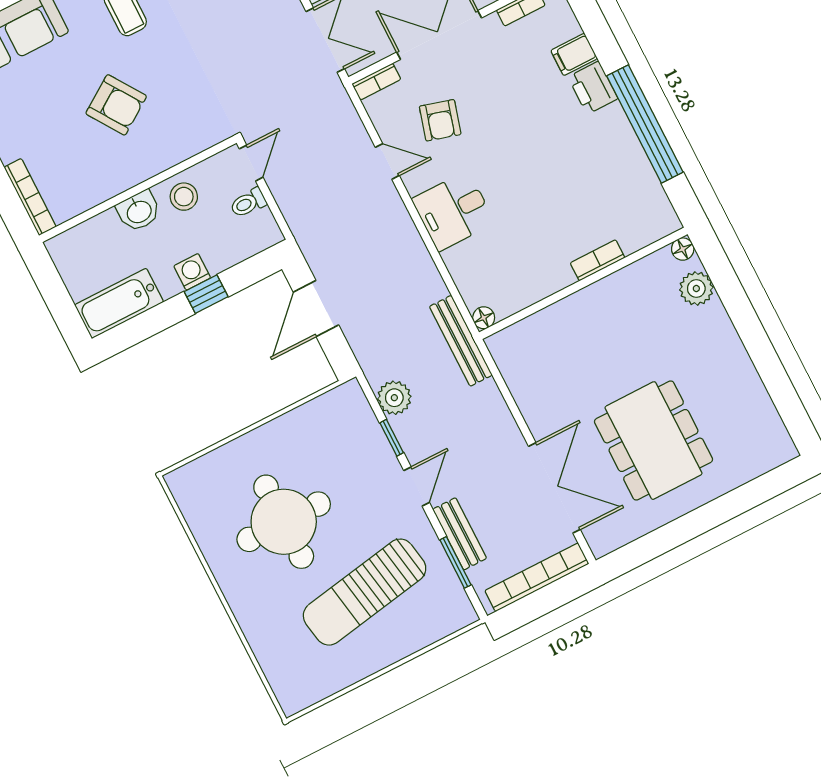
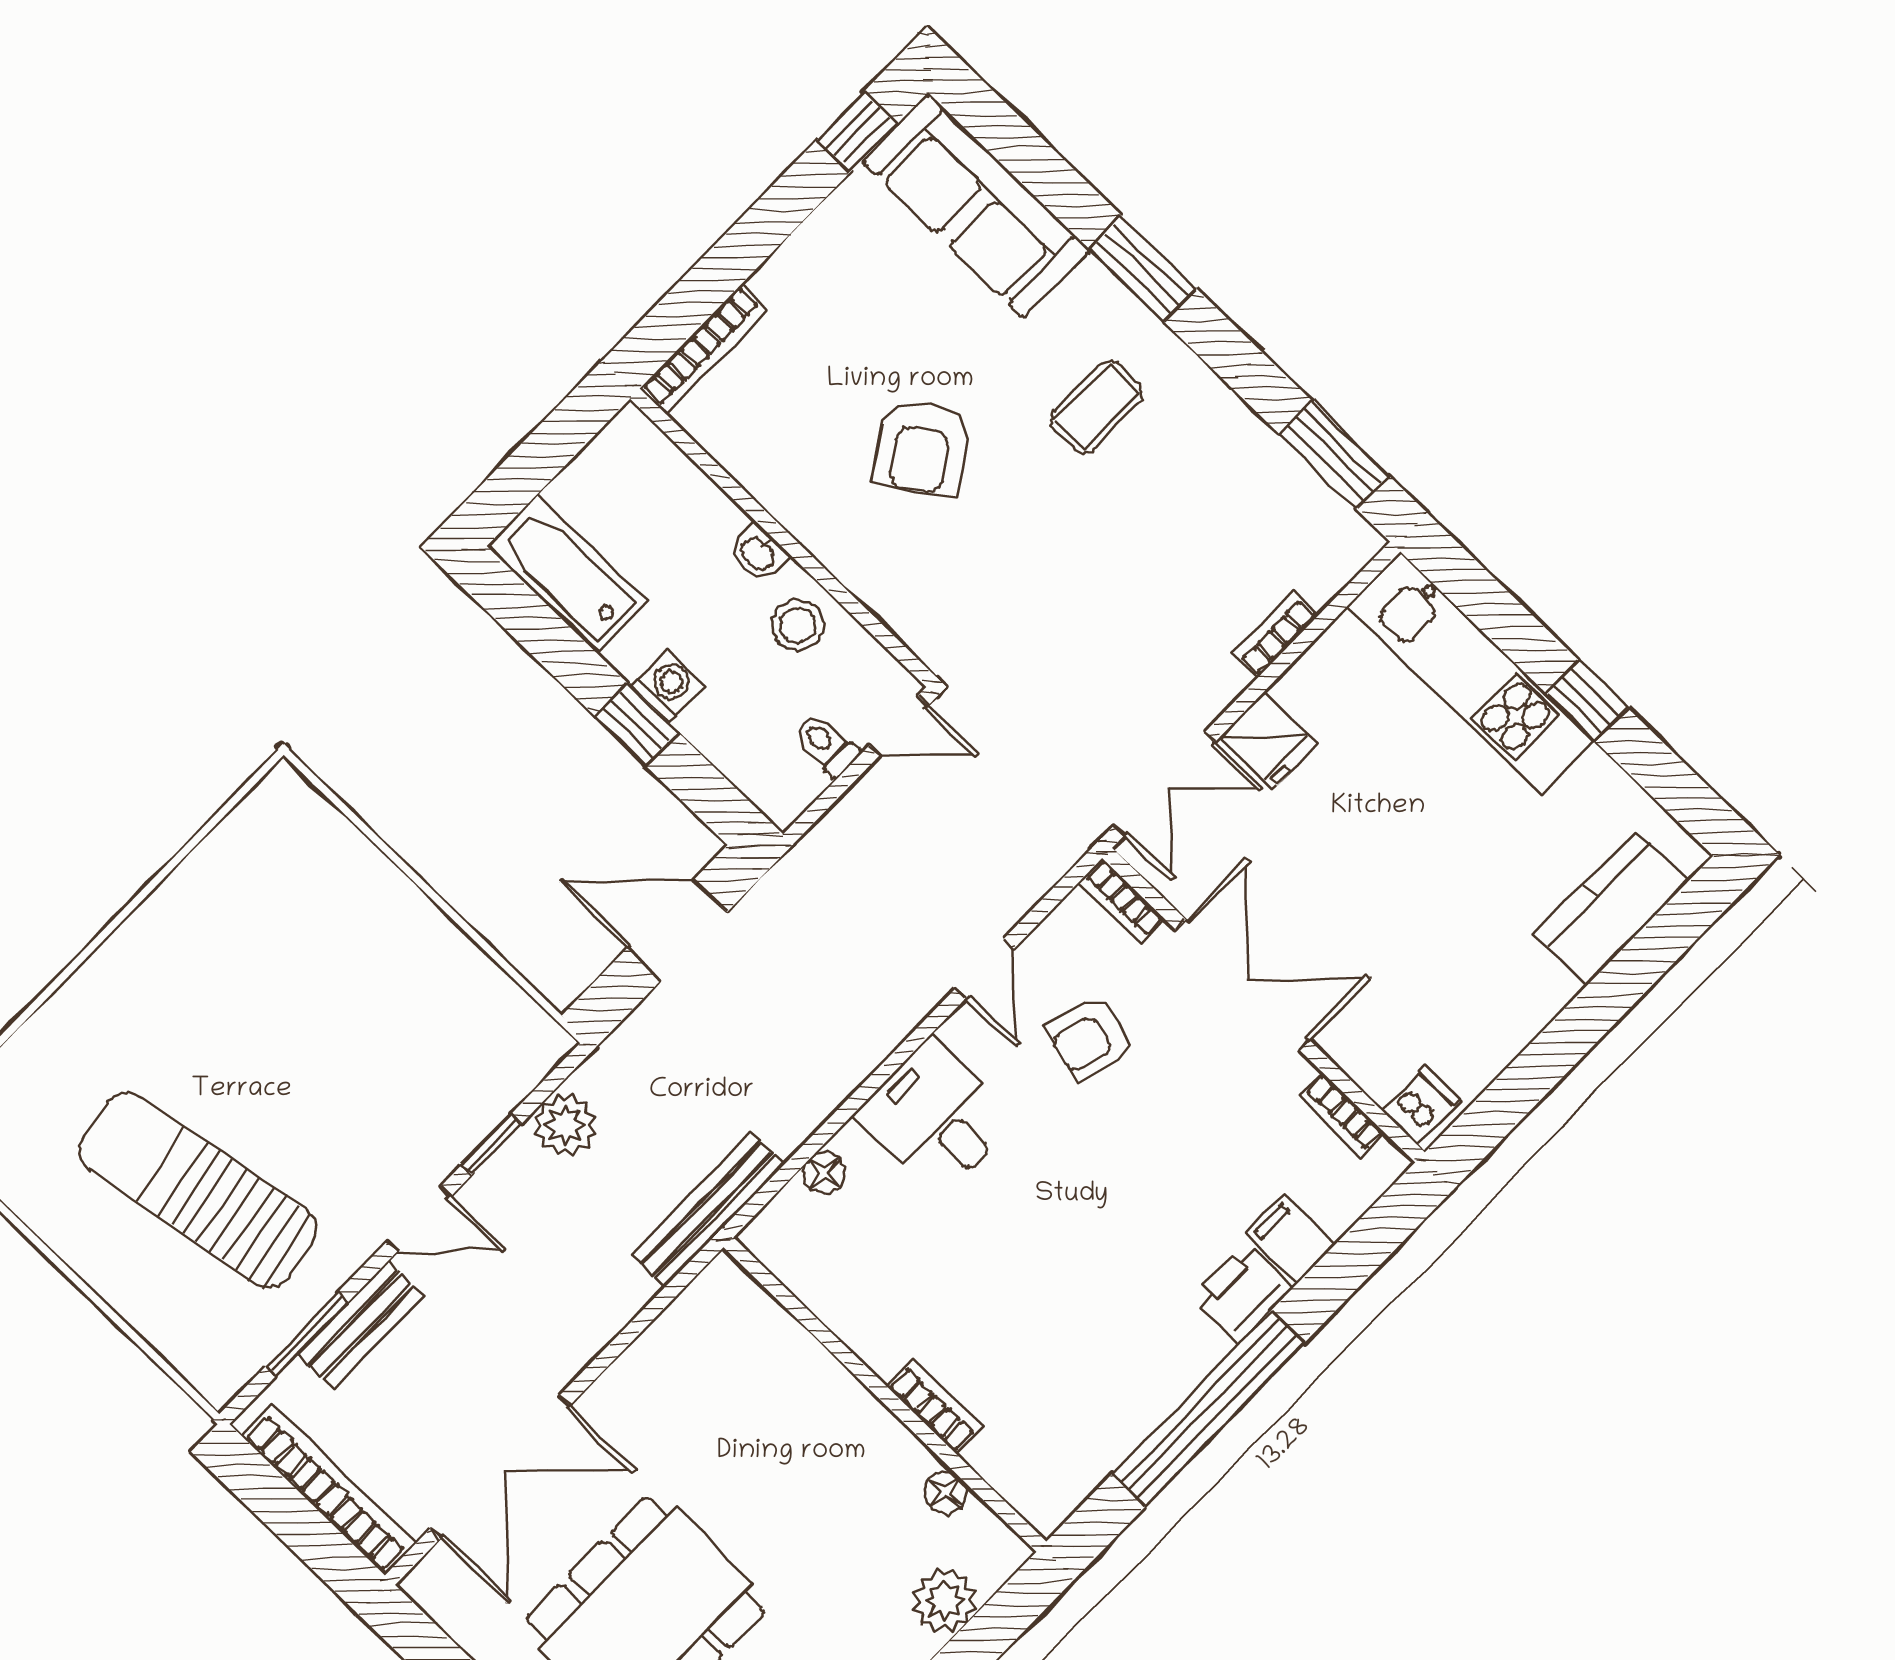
washbasin: (139, 211) -> (758, 553), width x0.72, depth x0.69
floor lamp: (683, 249) -> (945, 1492), moved
floor lamp: (484, 318) -> (824, 1173), moved
round table: (284, 522) -> (275, 1002), removed

